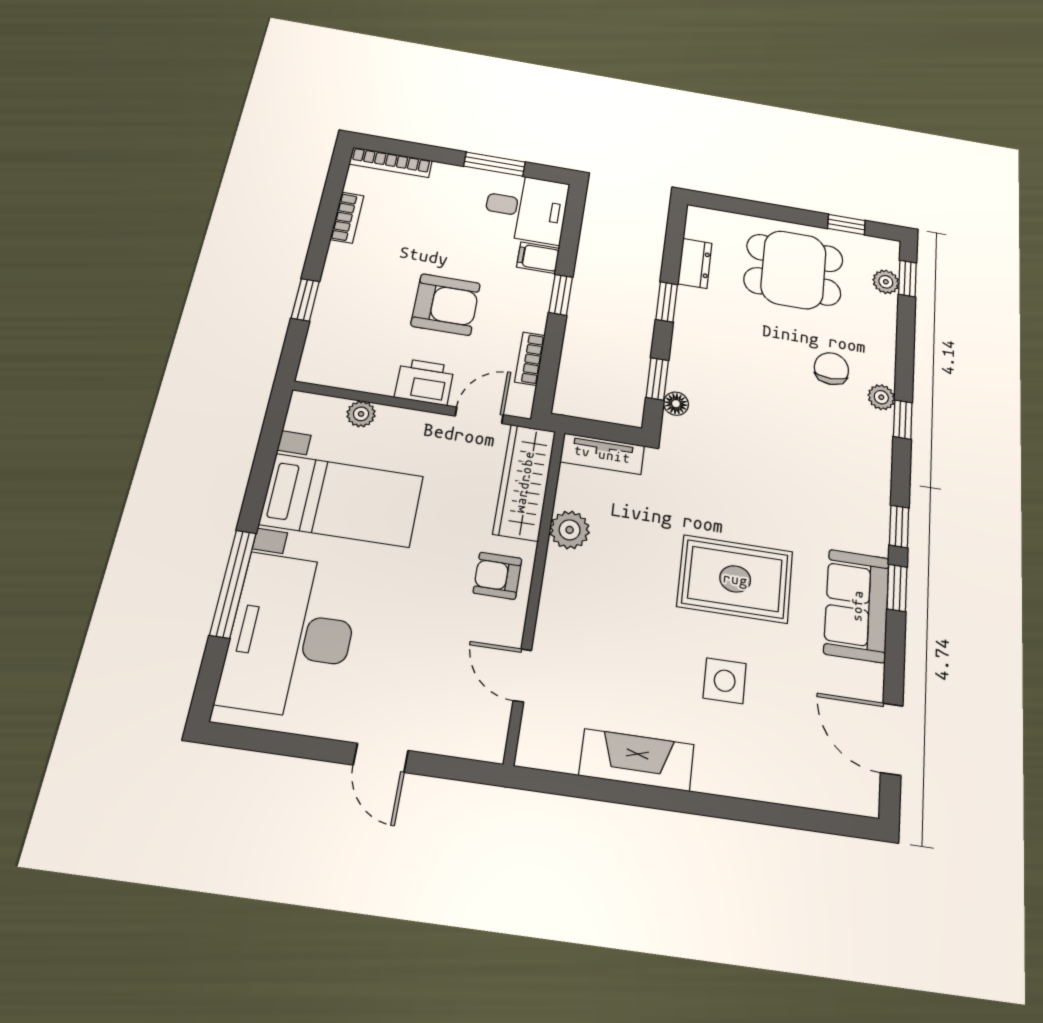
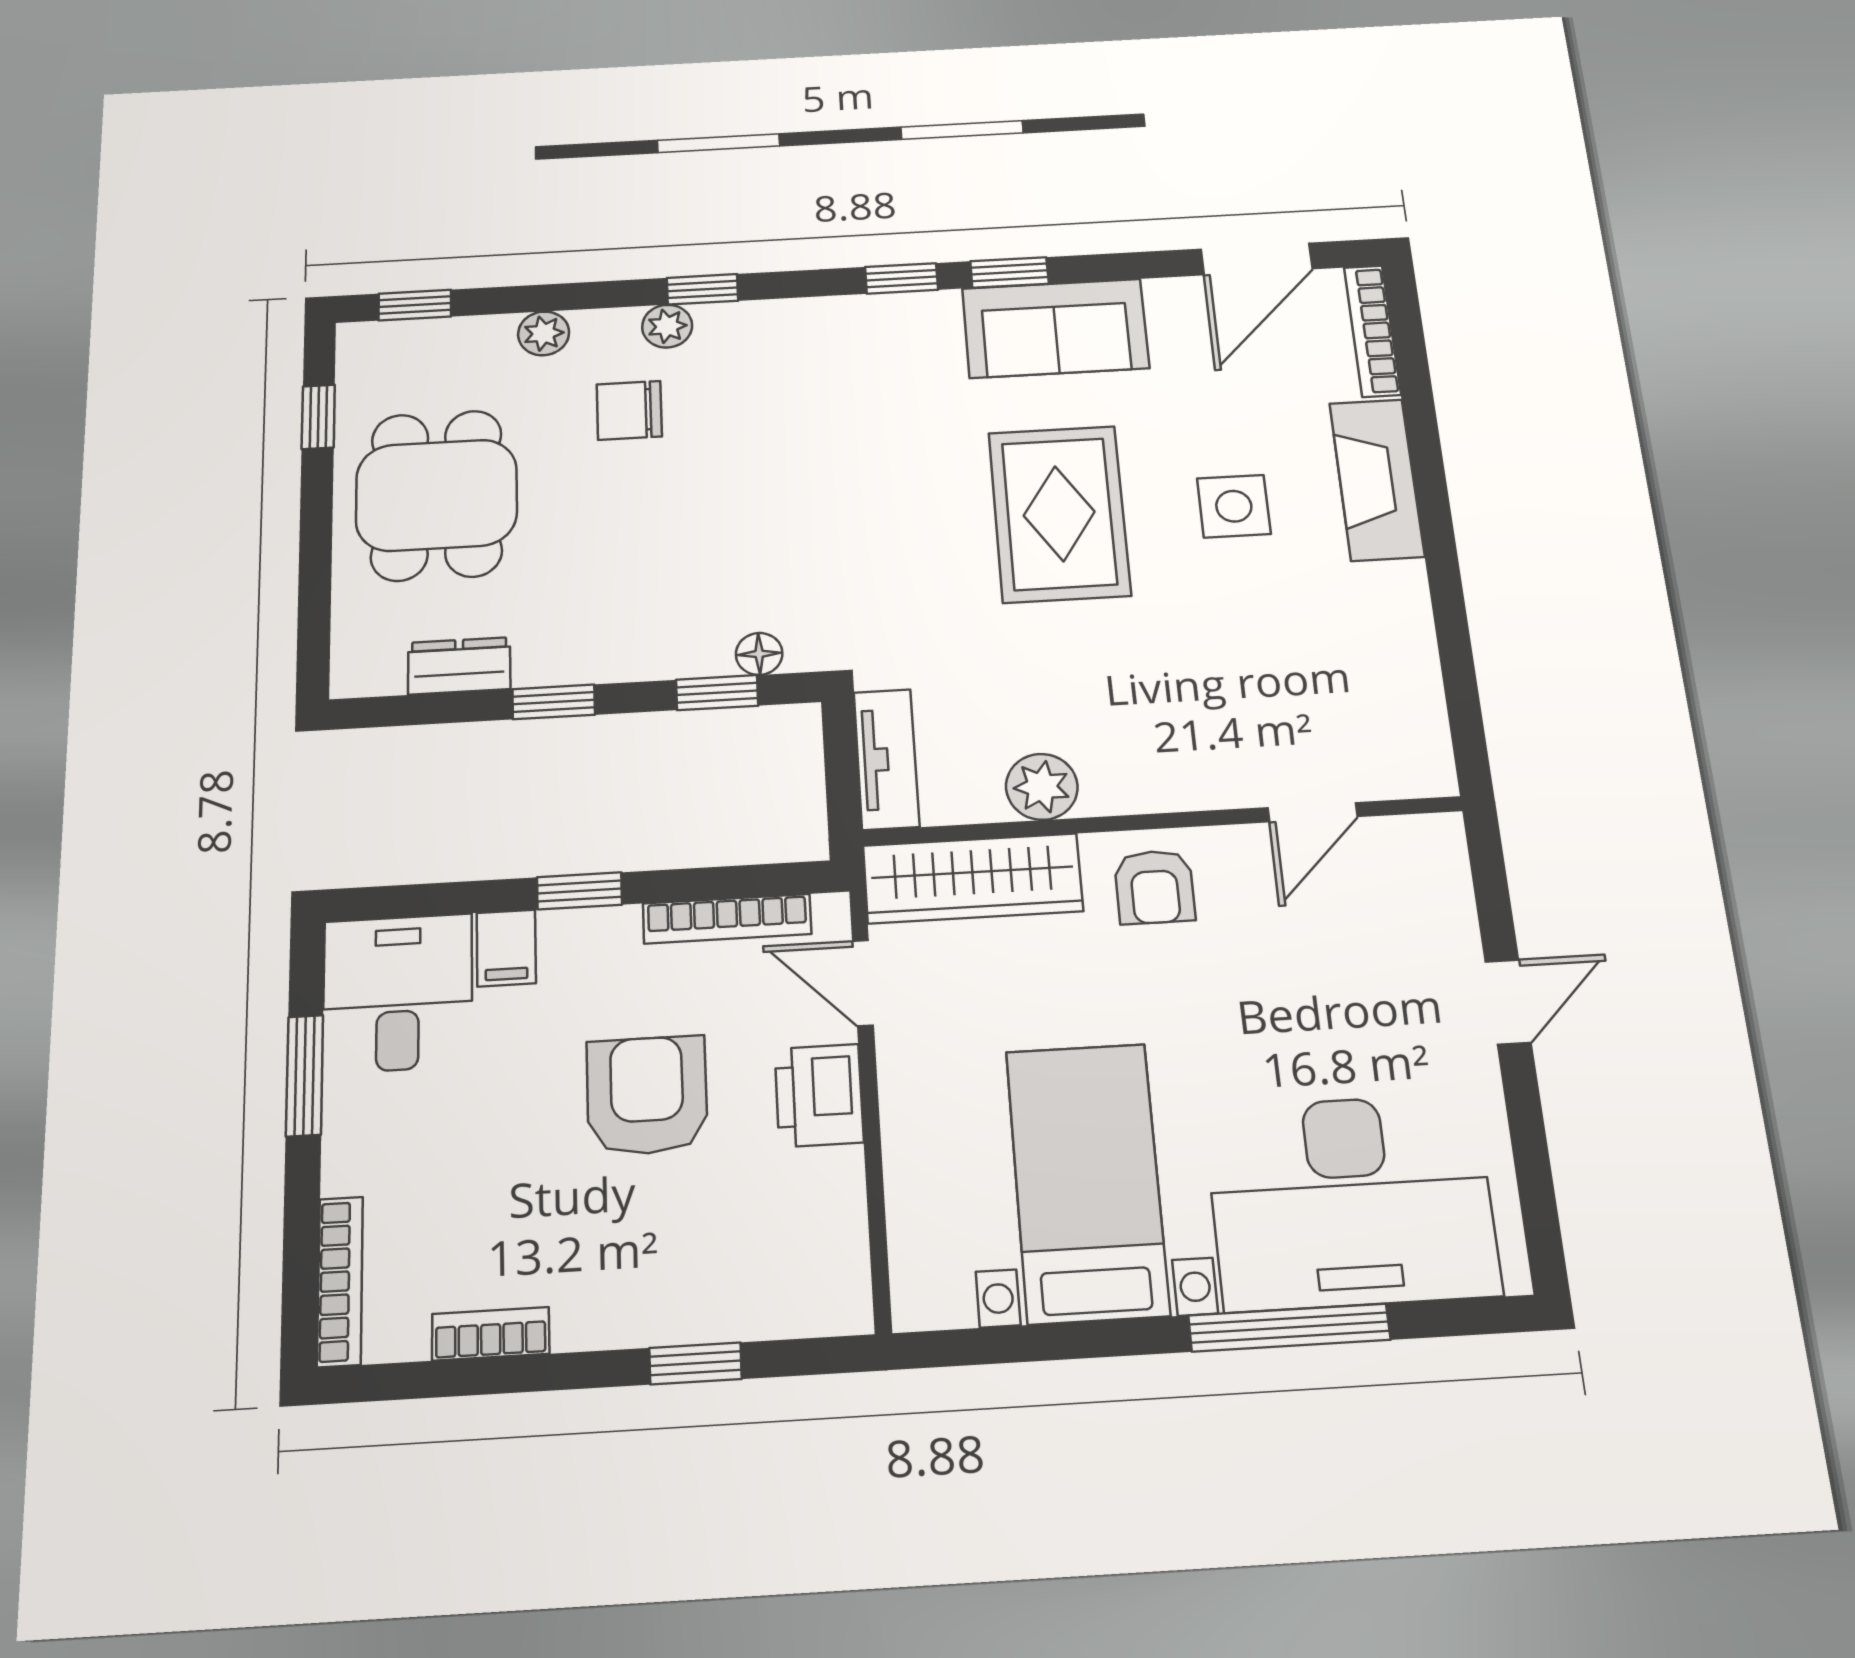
plant: (886, 282) -> (544, 333), moved
bookcase: (530, 359) -> (727, 919), width x1.56
plant: (361, 414) -> (911, 1193), removed
fireplace: (637, 760) -> (1377, 479), moved
bookcase: (833, 799) -> (1372, 331), added

